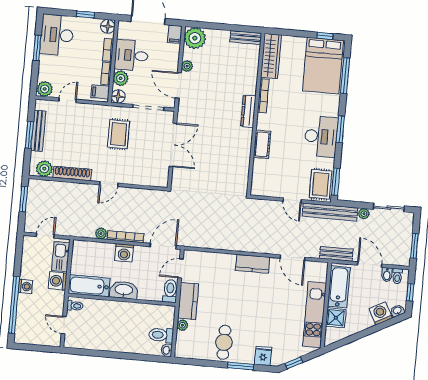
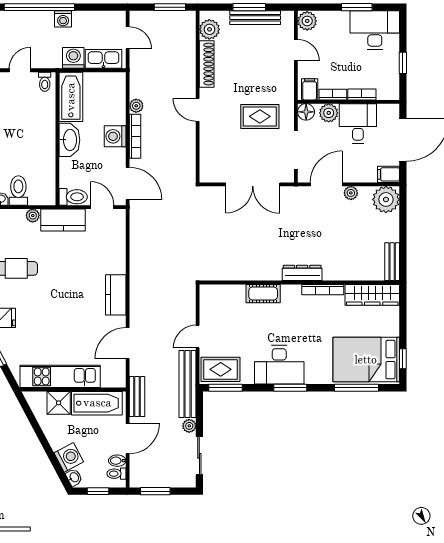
floor lamp: (108, 26) -> (391, 91), removed

